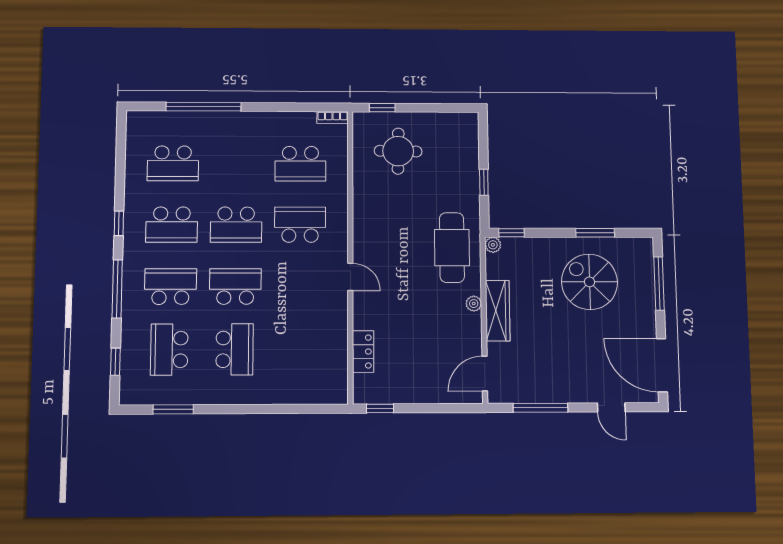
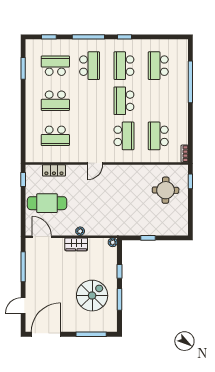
window: (512, 233) -> (120, 271), moved
cafe table: (452, 248) -> (47, 203), moved
school desk: (235, 287) -> (55, 136), moved, turned 90
wardrobe: (498, 311) -> (76, 244), width x0.67

